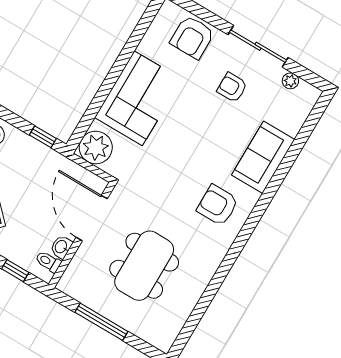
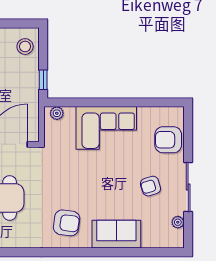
armchair: (232, 87) -> (150, 186), turned -107
plant: (96, 147) -> (57, 113), width x0.53, depth x0.53
armchair: (218, 205) -> (67, 223), turned 98

